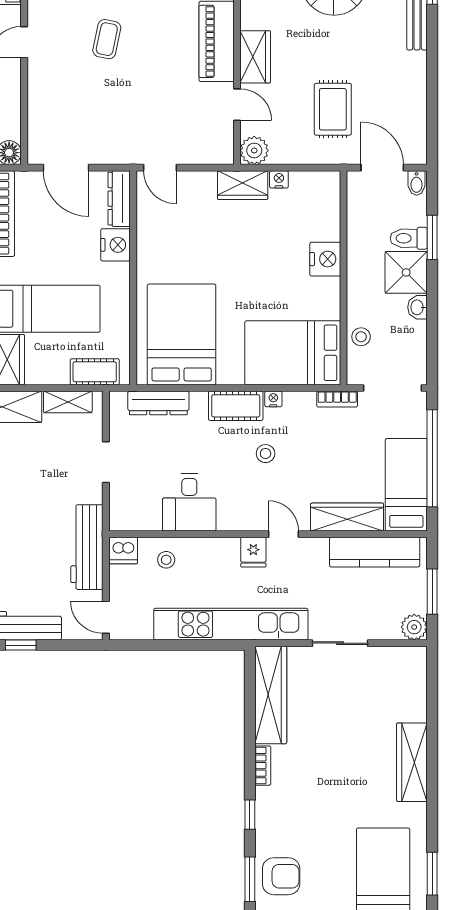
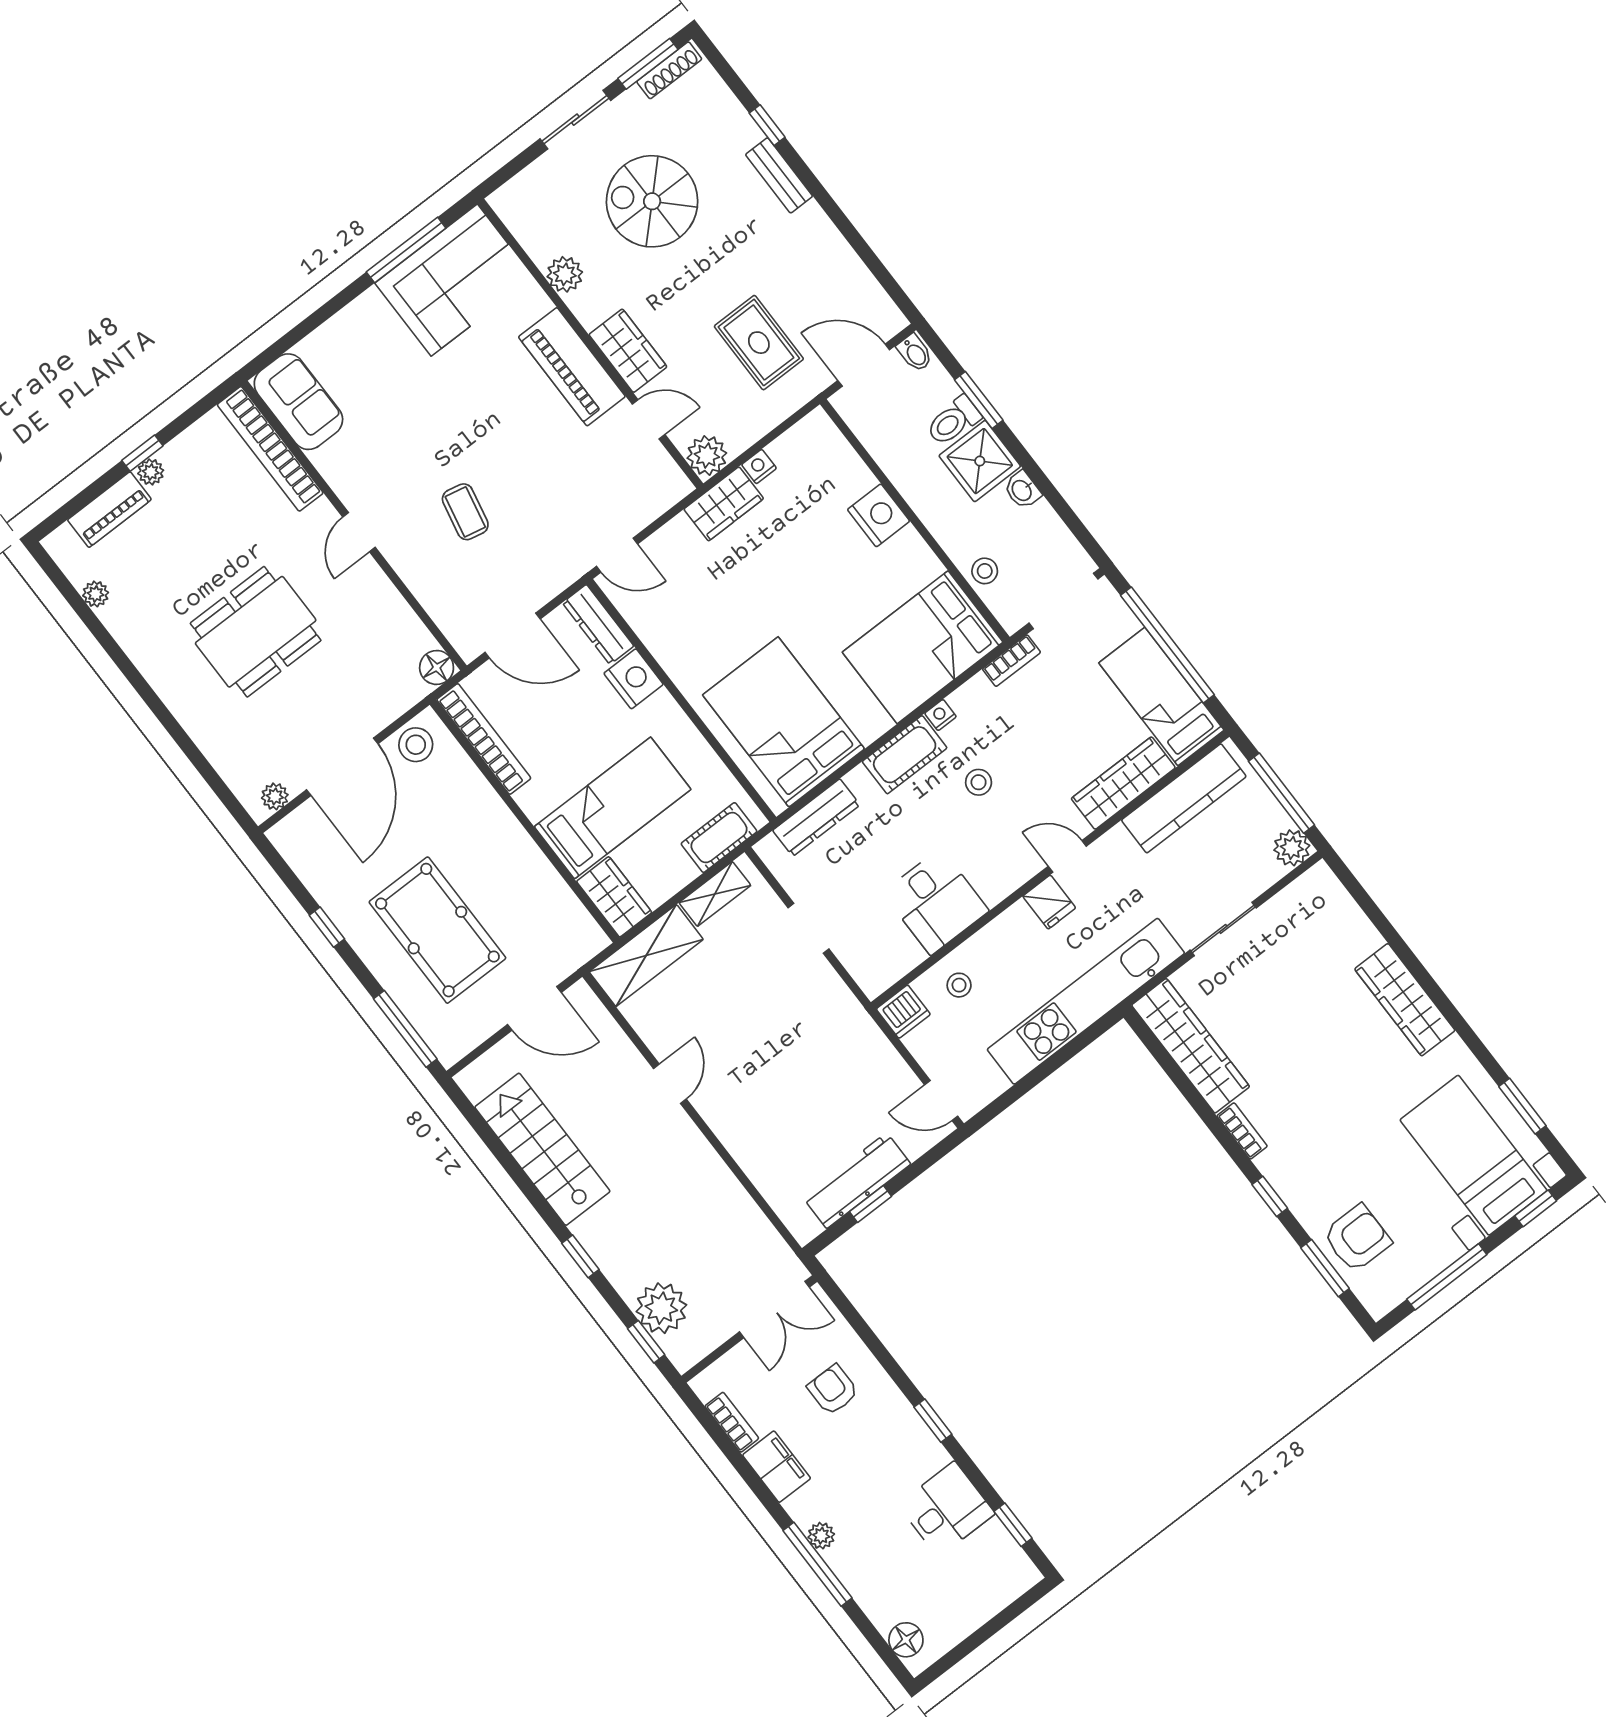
coffee table: (107, 39) -> (465, 512), moved
workbench: (87, 547) -> (860, 1039), removed
window: (432, 592) -> (1281, 793), width x1.44

